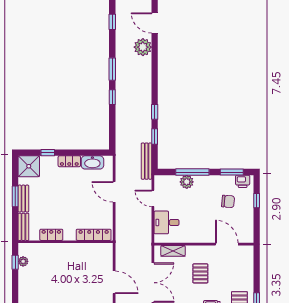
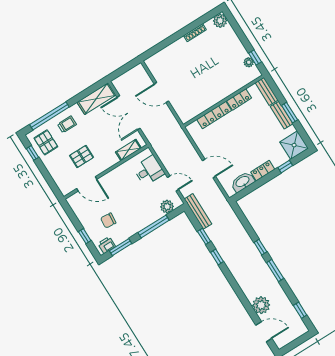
plant: (187, 182) -> (167, 207), moved
locker: (94, 235) -> (214, 115), moved
pallet: (200, 273) -> (82, 156), moved, turned 90

